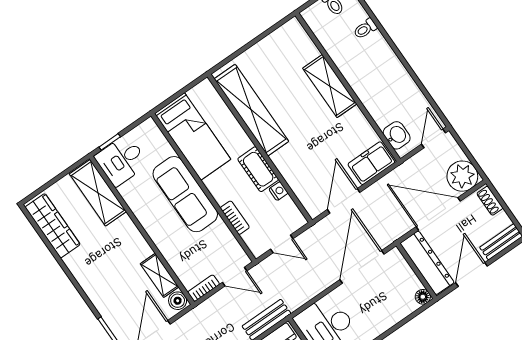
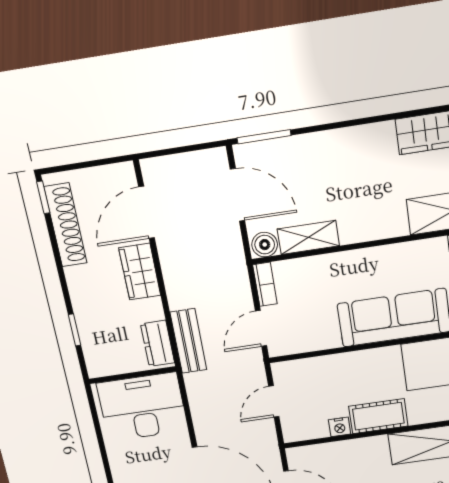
bookcase: (235, 218) -> (334, 363), removed

